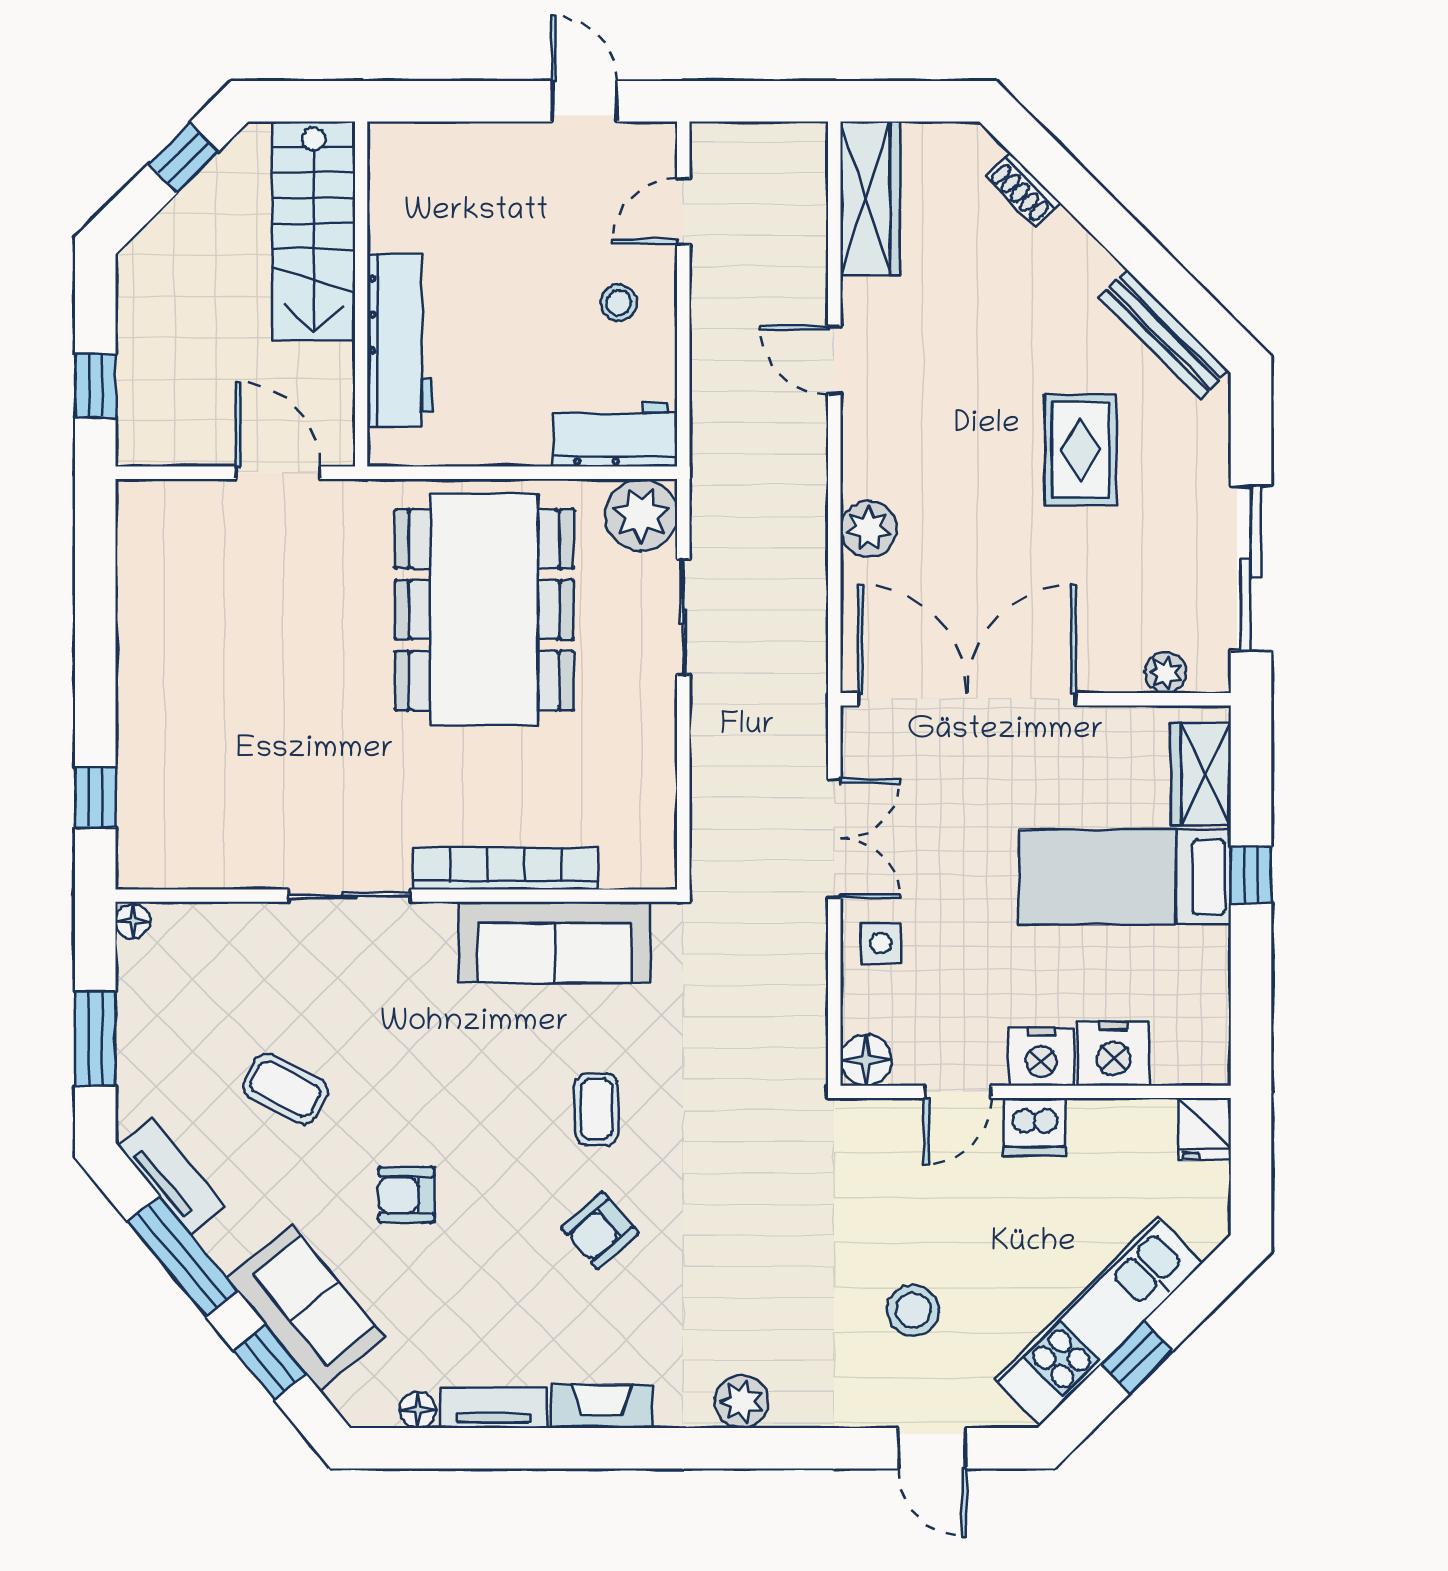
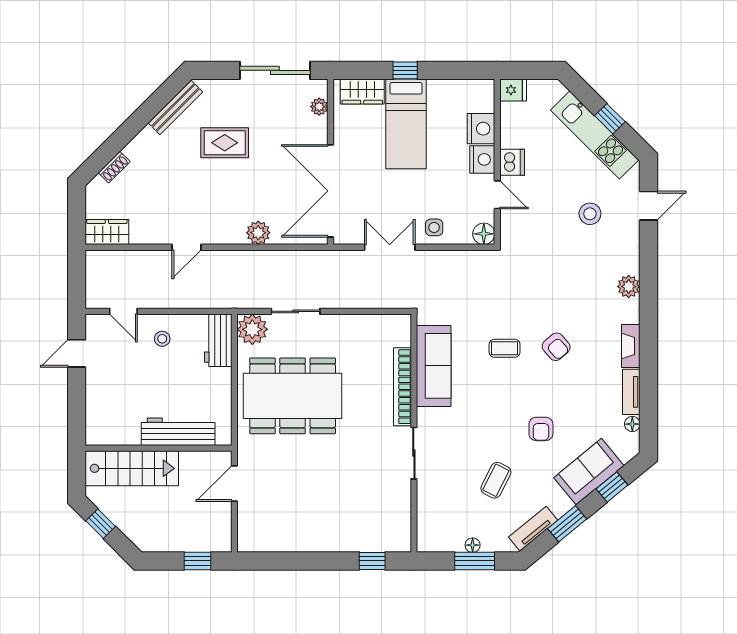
wardrobe: (870, 198) -> (107, 232), width x0.67
floor lamp: (133, 921) -> (473, 545), moved
window: (183, 1257) -> (567, 524), width x0.69

